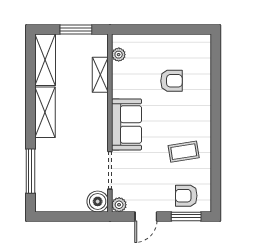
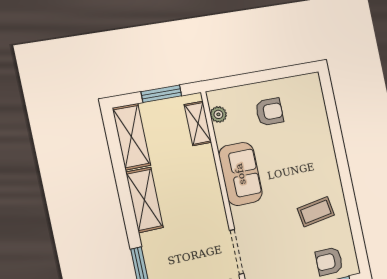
shelving: (100, 75) -> (198, 123), moved
armchair: (171, 81) -> (269, 112), moved
sofa: (127, 124) -> (240, 174), moved

